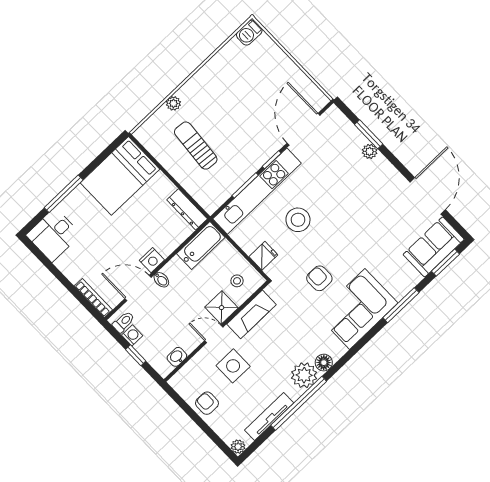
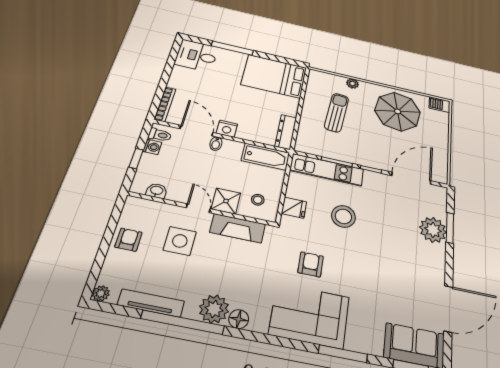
parasol: (231, 83) -> (398, 111), added
plant: (370, 151) -> (433, 230), width x1.87, depth x1.87
kitchen unit: (257, 191) -> (327, 170), width x0.73

